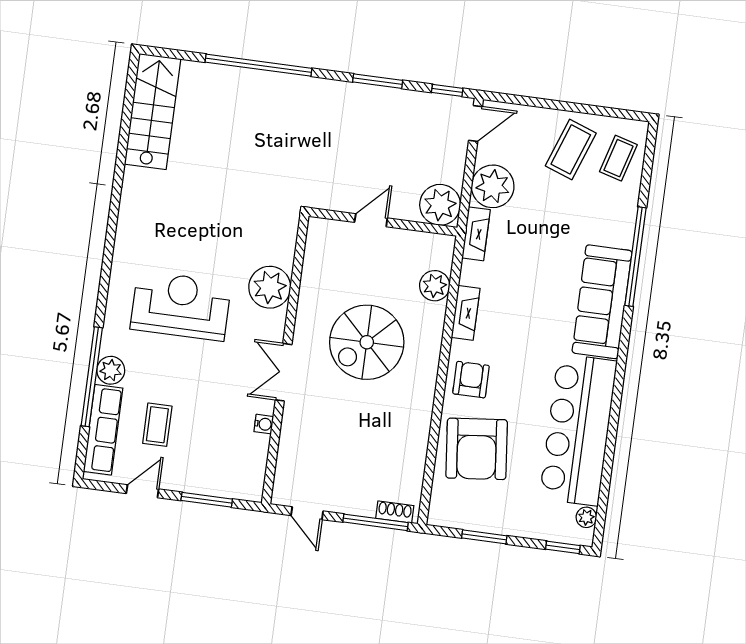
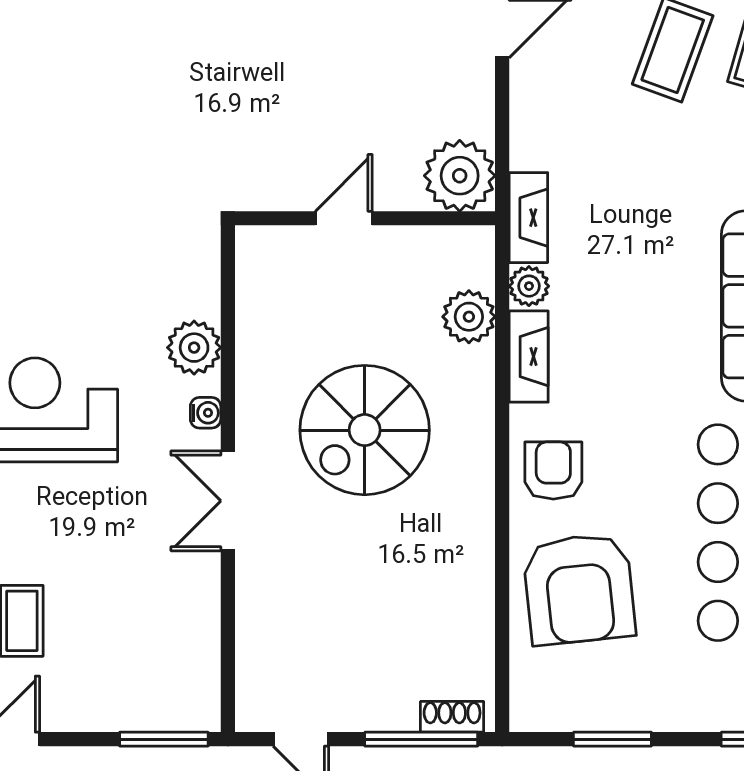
plant: (493, 186) -> (529, 286), moved, width x0.53, depth x0.53
plant: (270, 287) -> (194, 348), width x0.73, depth x0.73
water cooler: (264, 424) -> (206, 413), moved
window: (207, 500) -> (164, 739), moved

